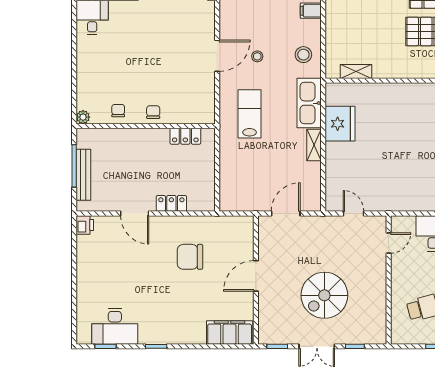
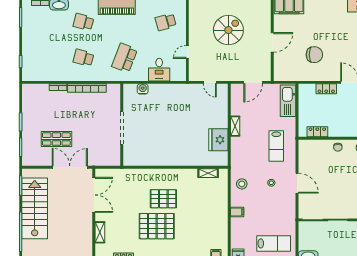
door: (217, 56) -> (297, 183), swing flipped
kitchen sink: (309, 103) -> (288, 101), moved, turned 180
door: (389, 243) -> (187, 52), moved

